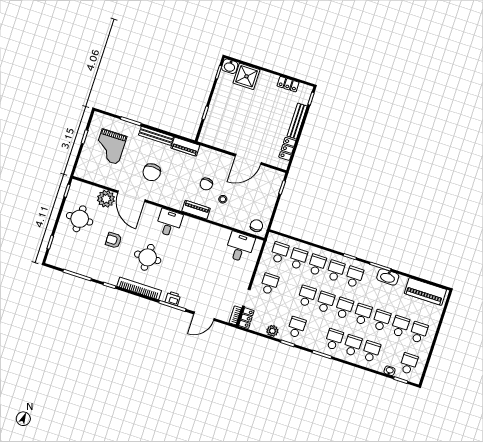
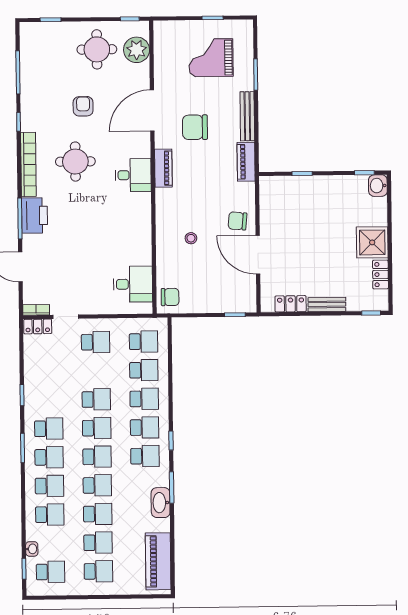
shower: (247, 76) -> (372, 242), moved
bench: (297, 121) -> (327, 304), width x0.73
chair: (206, 184) -> (237, 221), moved
plant: (106, 199) -> (137, 50), moved
piano: (196, 210) -> (163, 168), moved
printer: (173, 298) -> (35, 216), width x1.87, depth x1.48
school desk: (296, 327) -> (49, 429), moved
plant: (272, 331) -> (32, 368), removed

